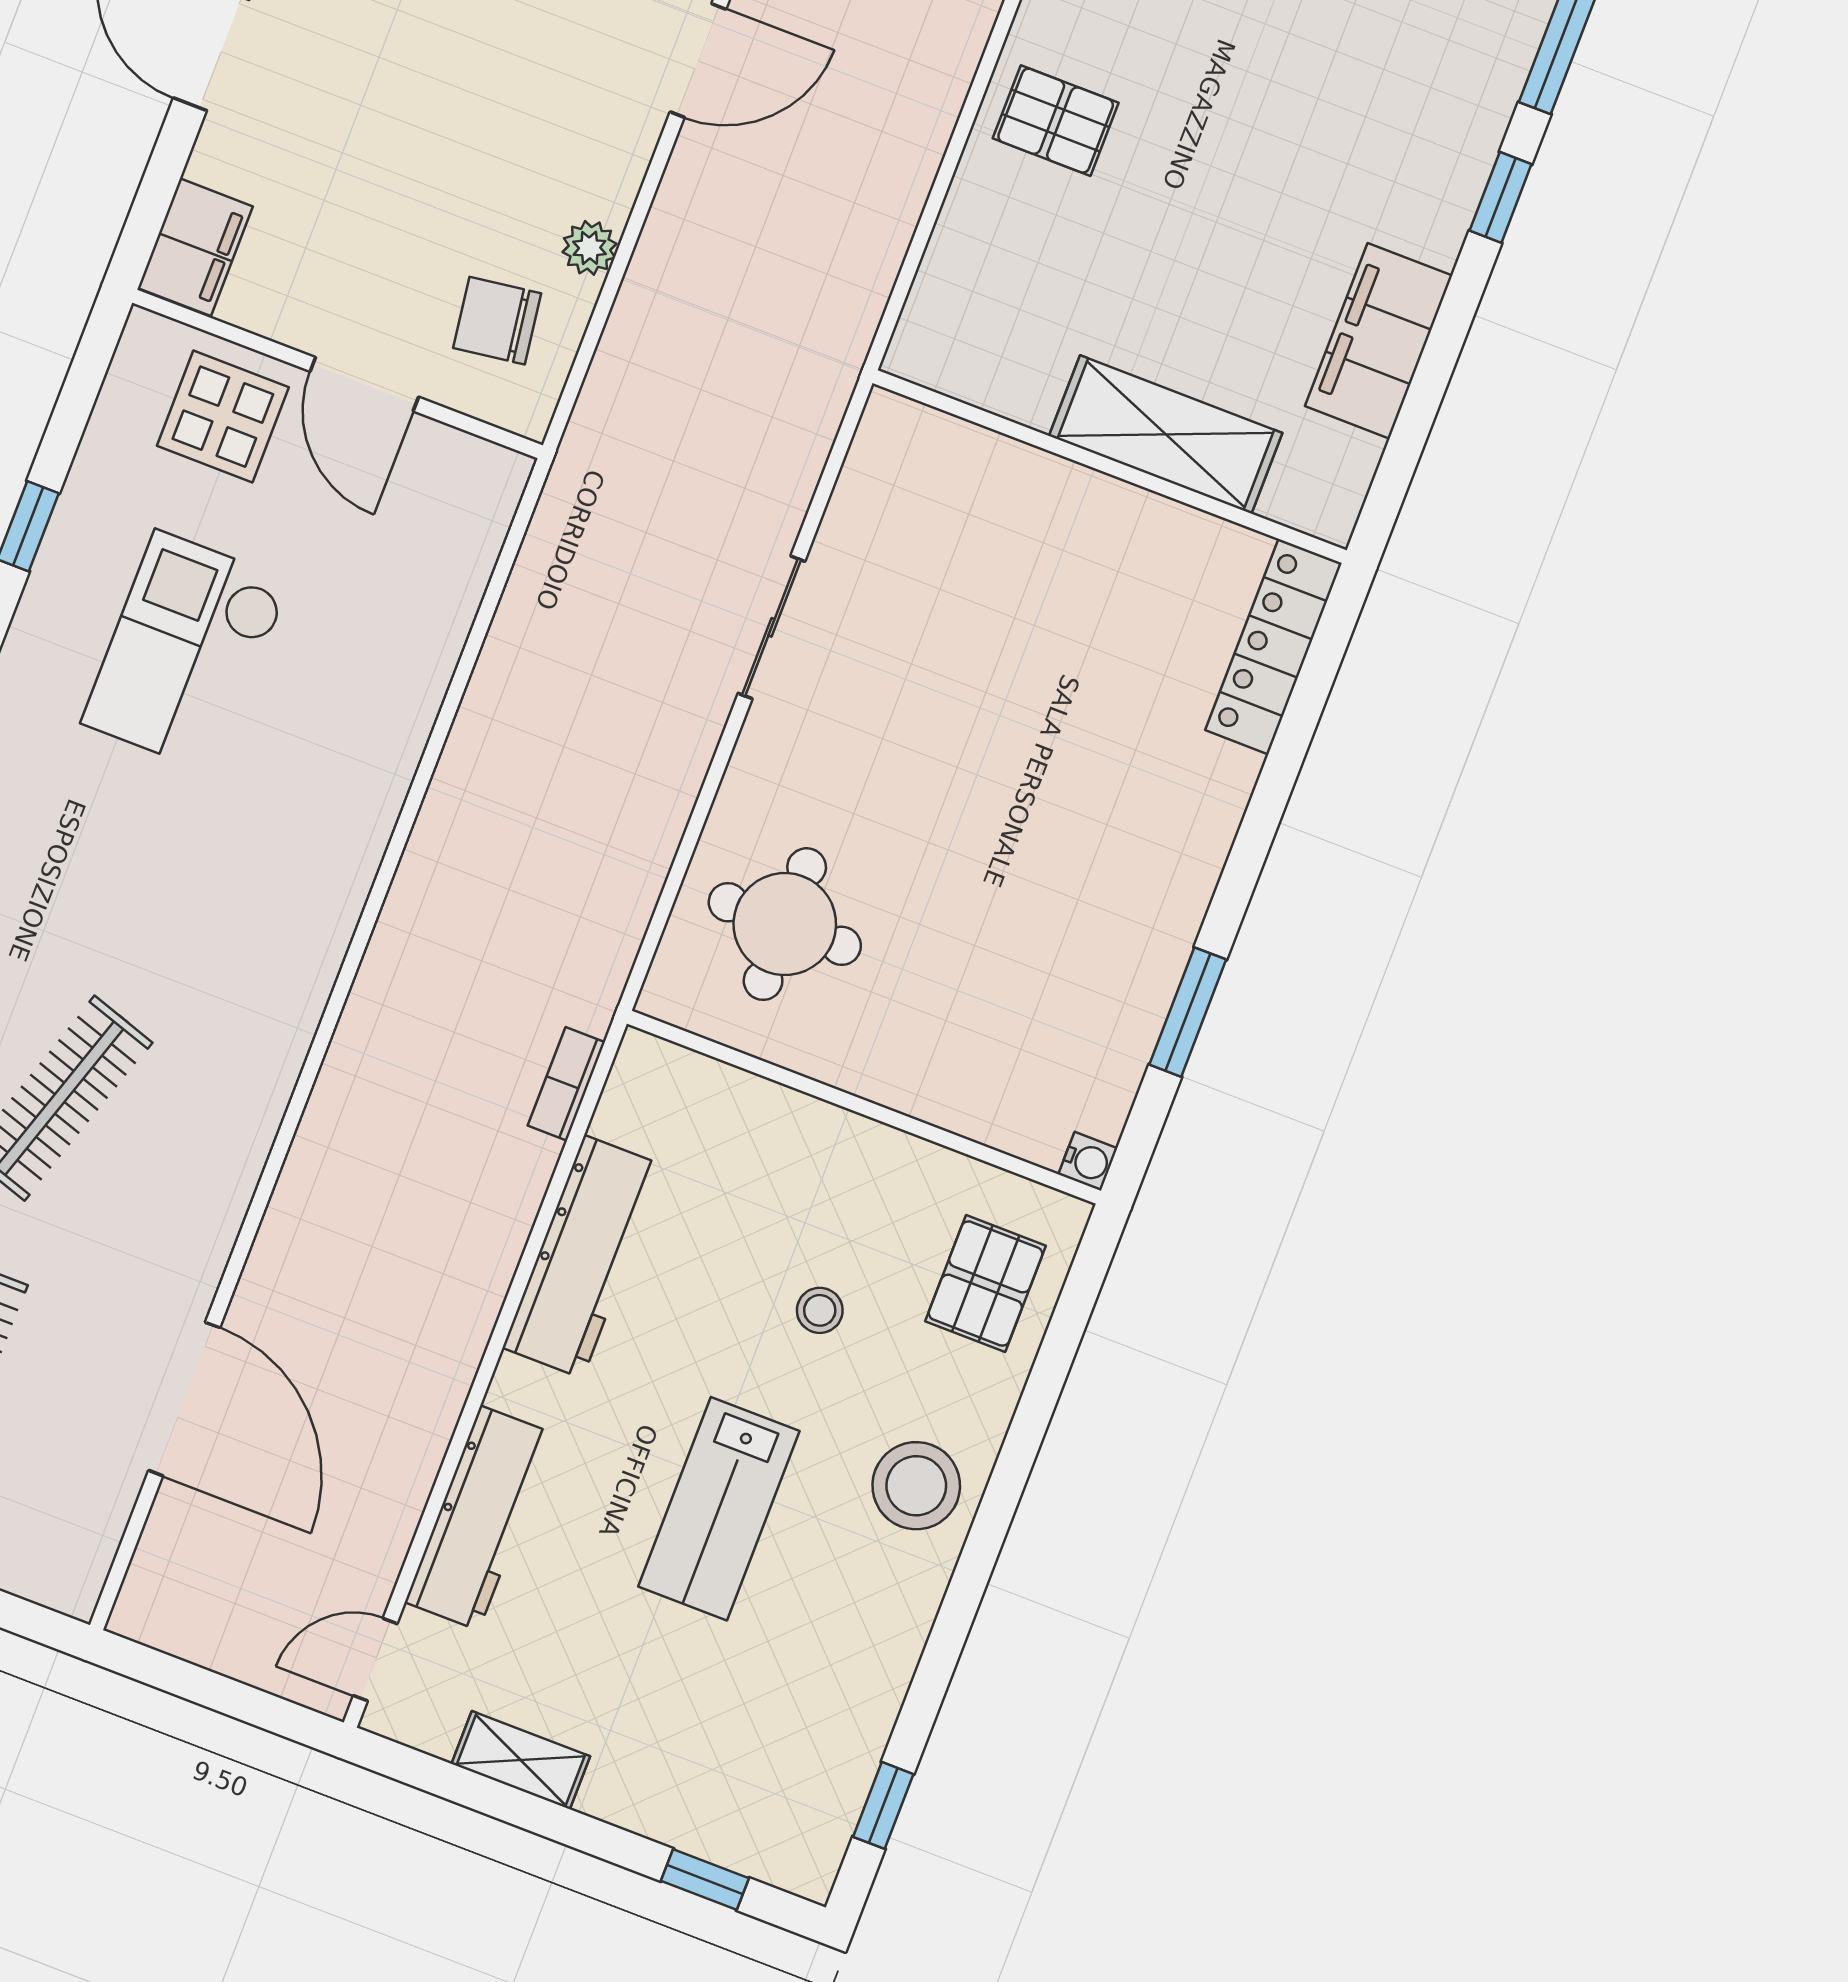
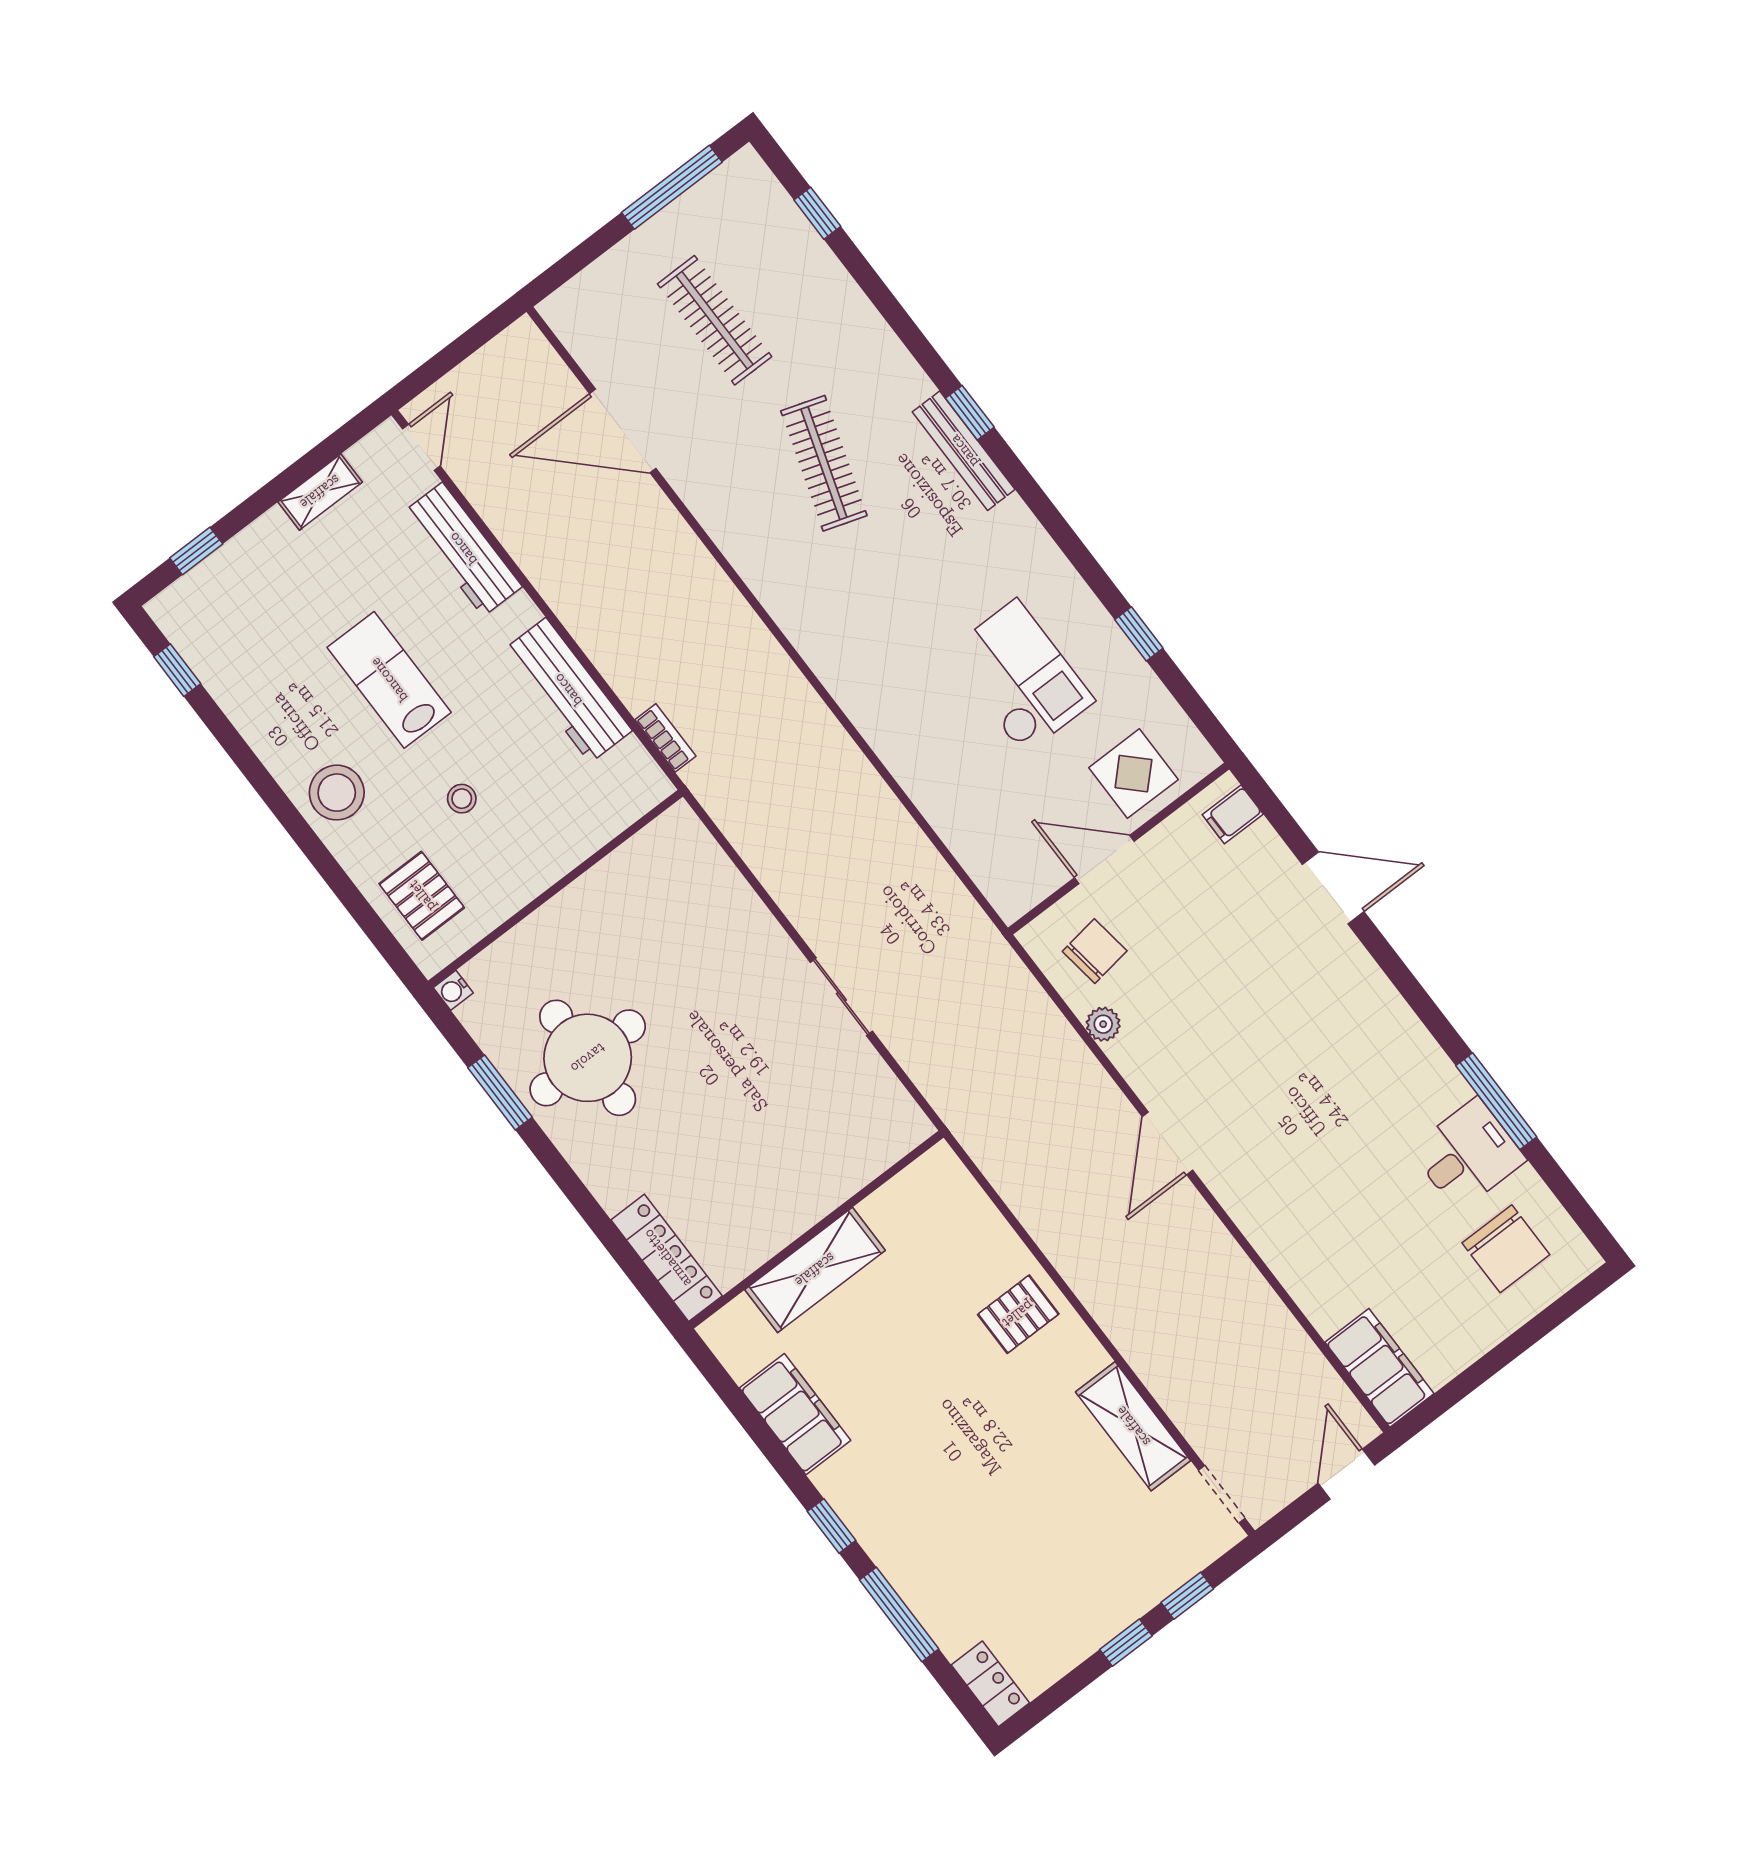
filing cabinet: (195, 247) -> (1233, 814), width x0.50
round table: (785, 924) -> (588, 1058), moved, width x1.36, depth x1.36

